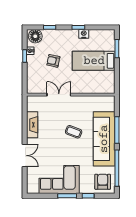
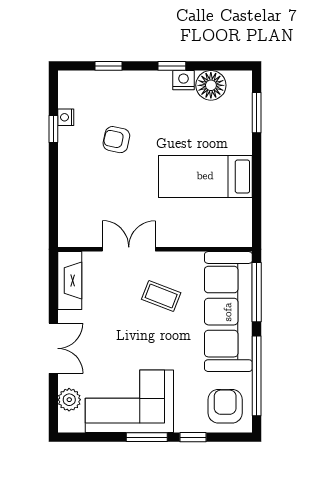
floor lamp: (35, 36) -> (211, 85), moved
bed: (94, 61) -> (205, 176), moved
double door: (59, 95) -> (129, 249), moved
wall: (71, 95) -> (155, 249), moved
plant: (32, 179) -> (69, 400), added

